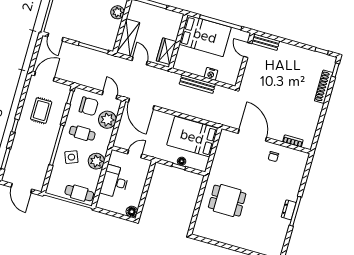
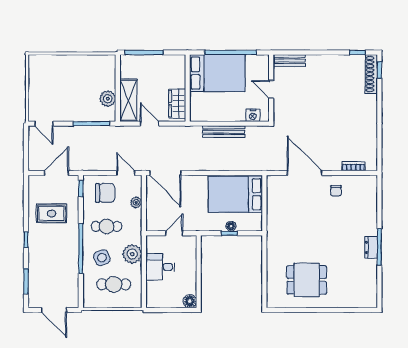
plant: (117, 12) -> (108, 99), moved
door: (248, 50) -> (271, 89), moved
nightstand: (211, 74) -> (253, 115), moved
door: (44, 76) -> (57, 173), moved
shoe rack: (324, 87) -> (371, 74), moved
rug: (41, 111) -> (52, 214), turned 90
plant: (107, 120) -> (136, 202), width x0.53, depth x0.53
desk: (115, 182) -> (160, 267), width x0.73
cafe table: (79, 193) -> (114, 284), moved
dining table: (227, 201) -> (307, 280), moved

